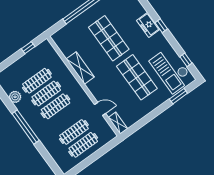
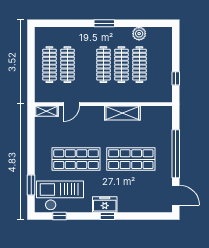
freezer: (148, 25) -> (105, 204), moved
window: (26, 127) -> (104, 23), width x0.47

